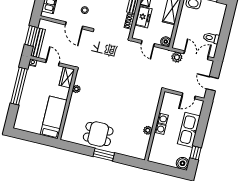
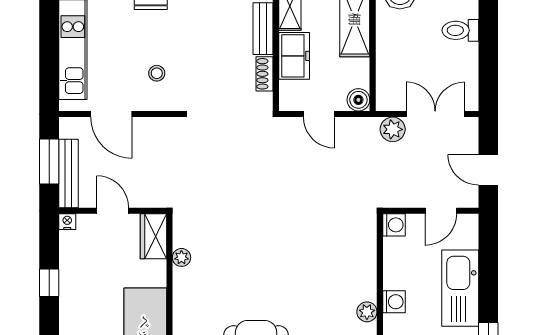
door: (74, 25) -> (111, 114), moved
toilet: (211, 38) -> (460, 30), moved
window: (19, 86) -> (49, 283), width x0.32
washing machine: (162, 119) -> (394, 225), moved

